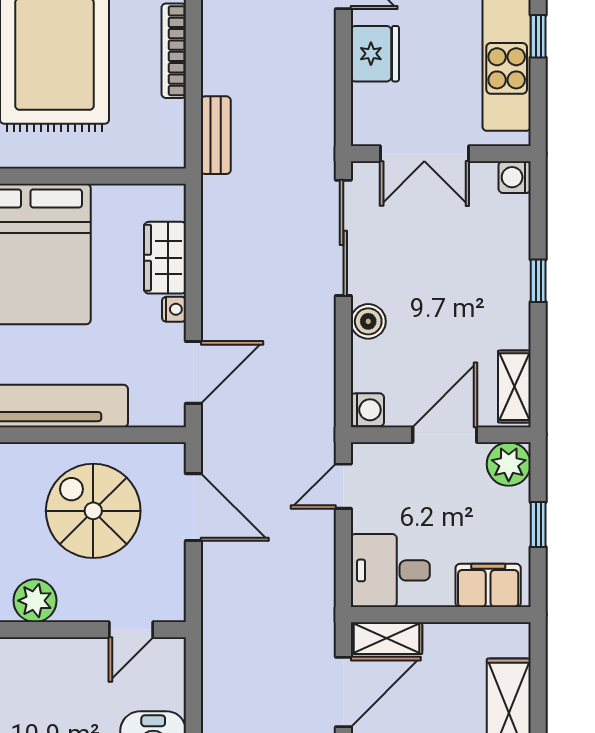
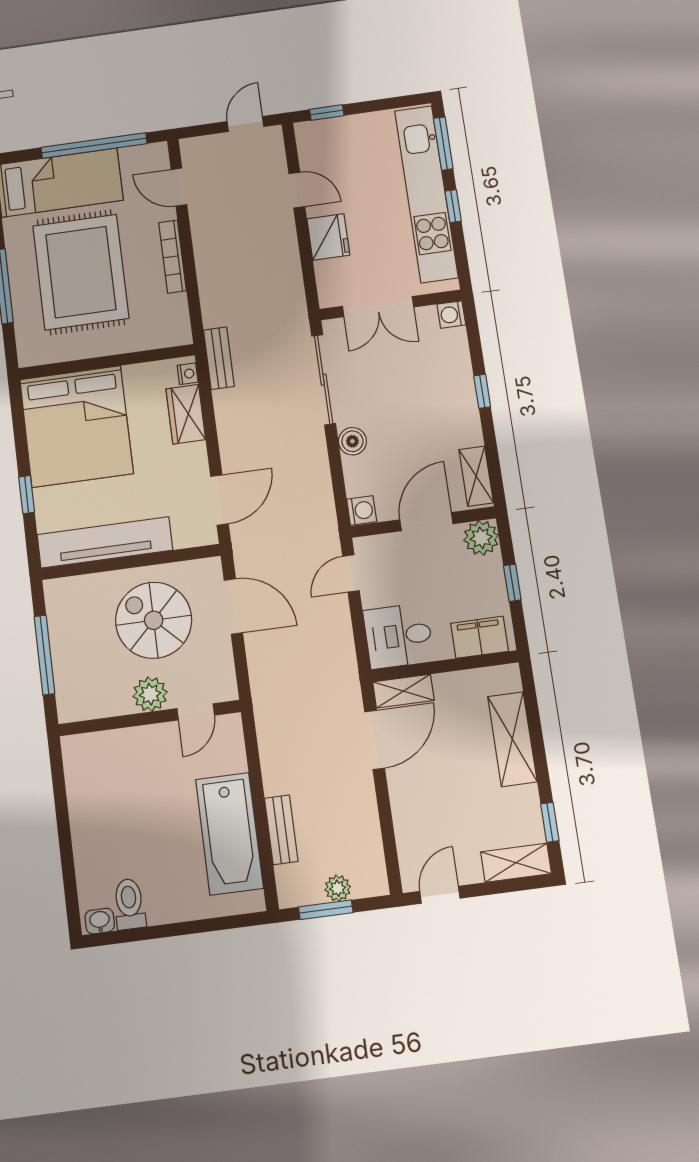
bench: (216, 135) -> (219, 358), moved
nightstand: (174, 309) -> (188, 374), moved
plant: (35, 601) -> (150, 694), moved

